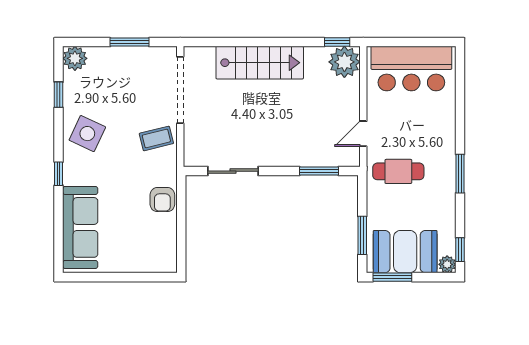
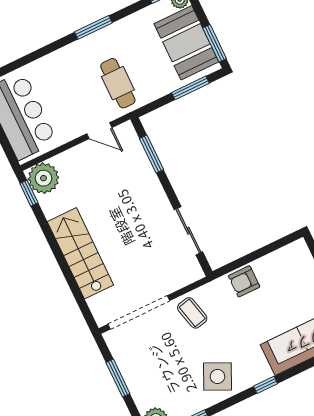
armchair: (162, 200) -> (244, 281), turned 180

